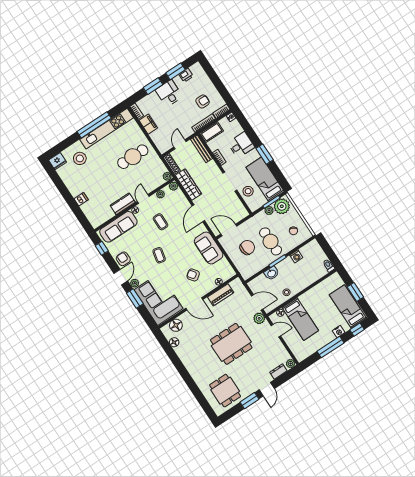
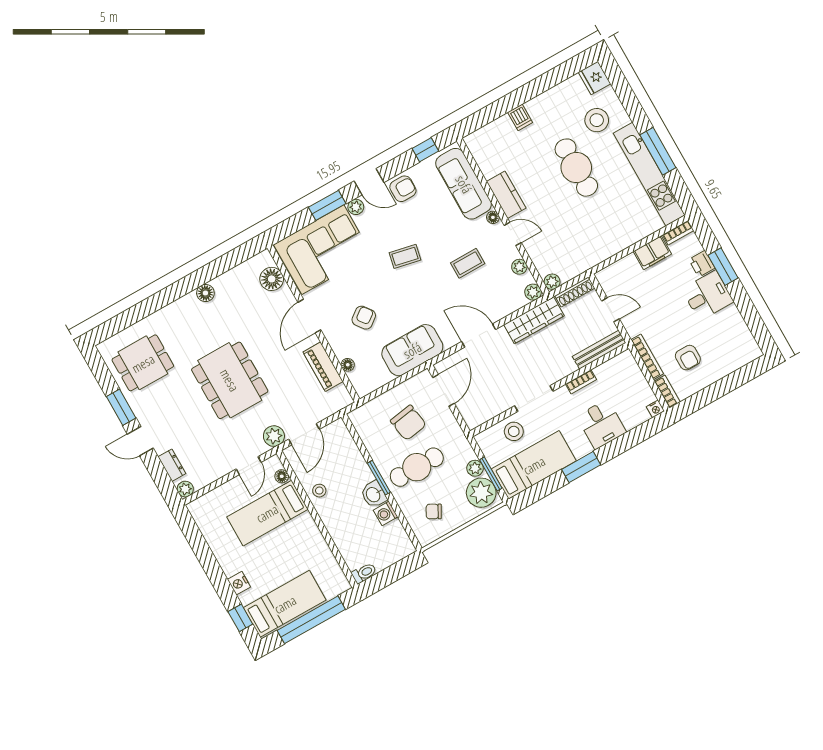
window: (175, 71) -> (748, 311), removed
printer: (186, 75) -> (702, 264), moved
window: (94, 125) -> (658, 151), width x0.68
cot: (212, 132) -> (629, 371), removed
cafe table: (133, 157) -> (576, 168), moved
washbasin: (272, 273) -> (374, 494), moved
window: (355, 292) -> (311, 620), width x2.11
floor lamp: (174, 342) -> (205, 293), moved
window: (331, 347) -> (211, 566), removed

